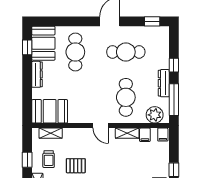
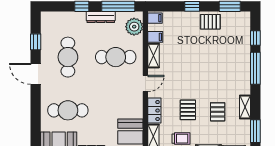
window: (152, 21) -> (36, 42), moved
locker: (75, 134) -> (154, 111), added

